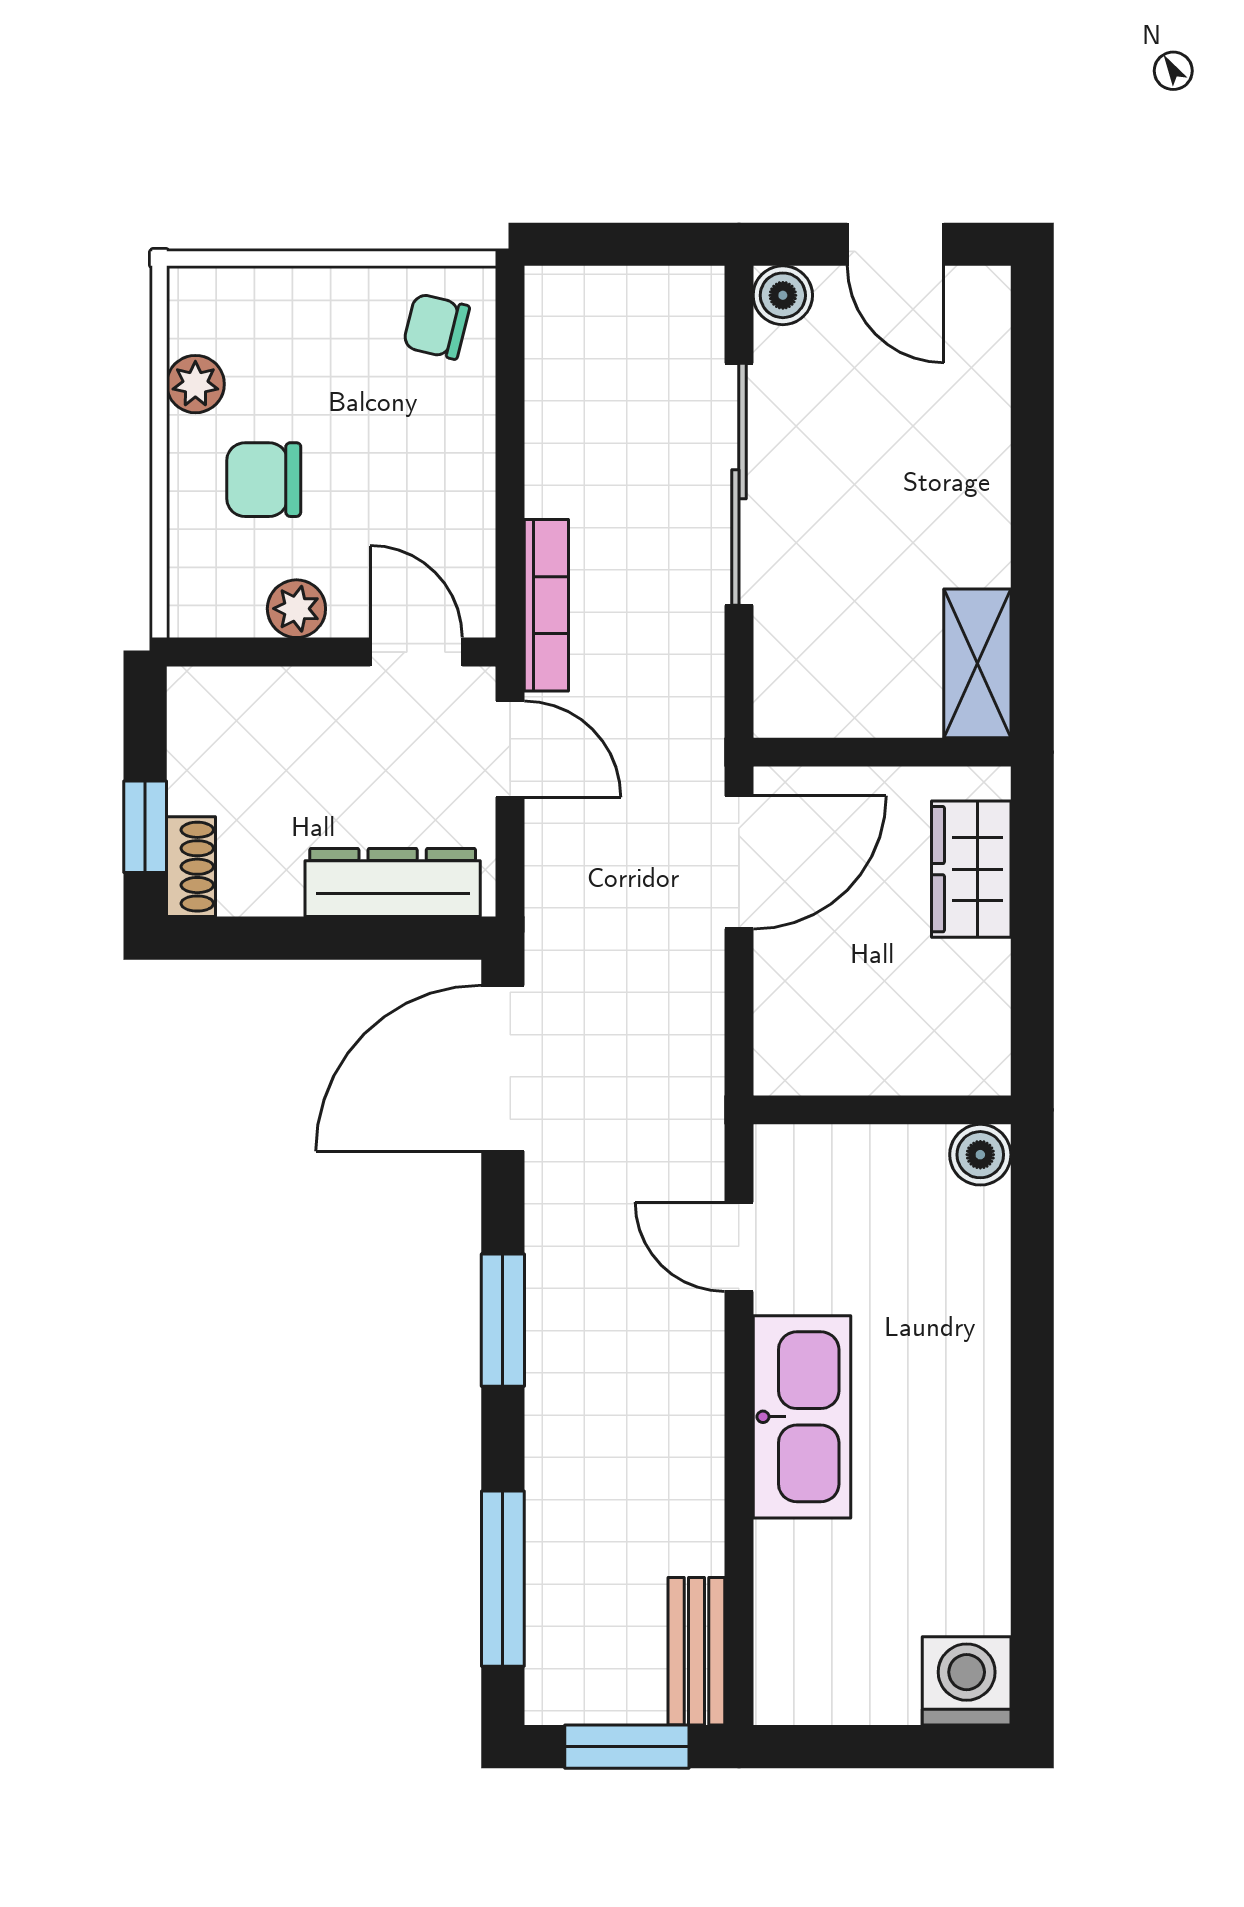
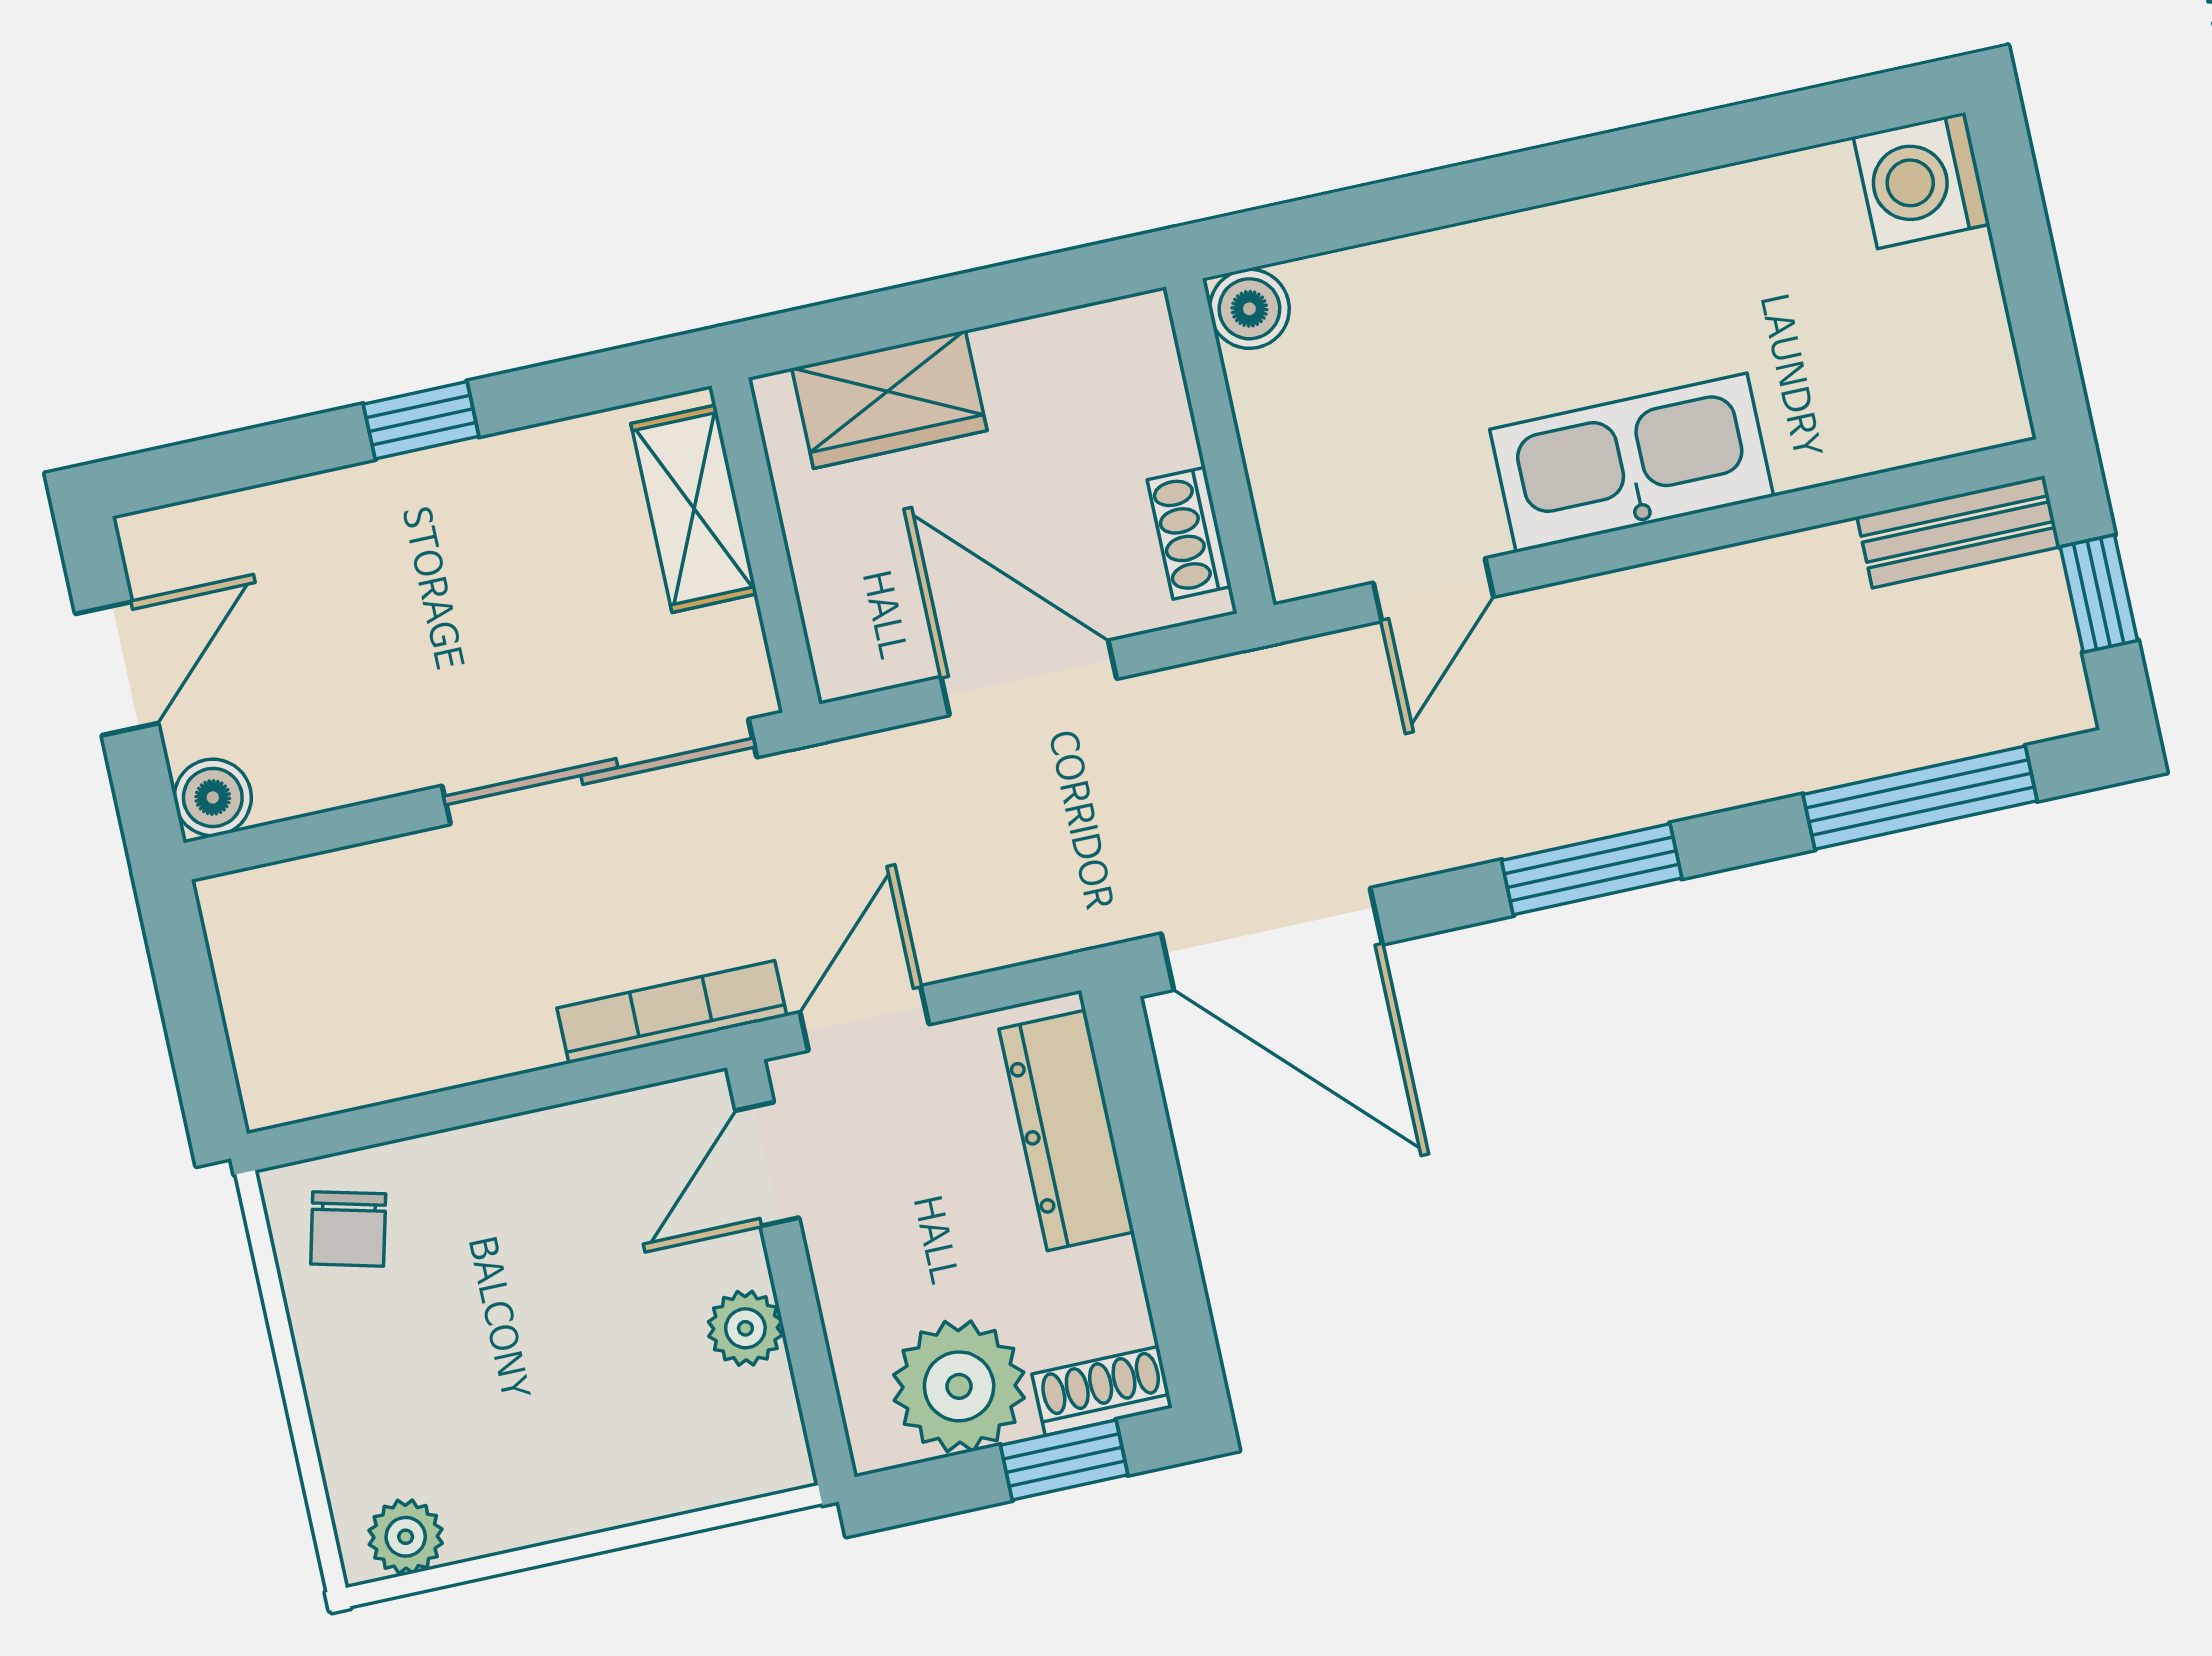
plant: (195, 384) -> (406, 1537), moved
chair: (264, 480) -> (591, 1406), removed
sliding door: (739, 484) -> (599, 772), moved
window: (1032, 514) -> (421, 420), added
shelving: (977, 663) -> (694, 509), moved, turned 90
plant: (218, 760) -> (959, 1386), added
door: (739, 862) -> (1029, 678), moved
shoe rack: (821, 1073) -> (1189, 533), added
window: (627, 1747) -> (2099, 594), width x0.67

